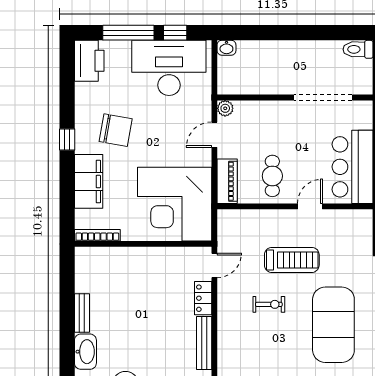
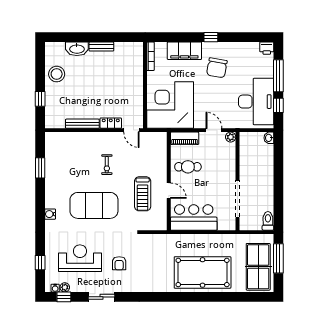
printer: (89, 61) -> (267, 48), width x0.53, depth x0.68
treadmill: (292, 260) -> (143, 194), moved

